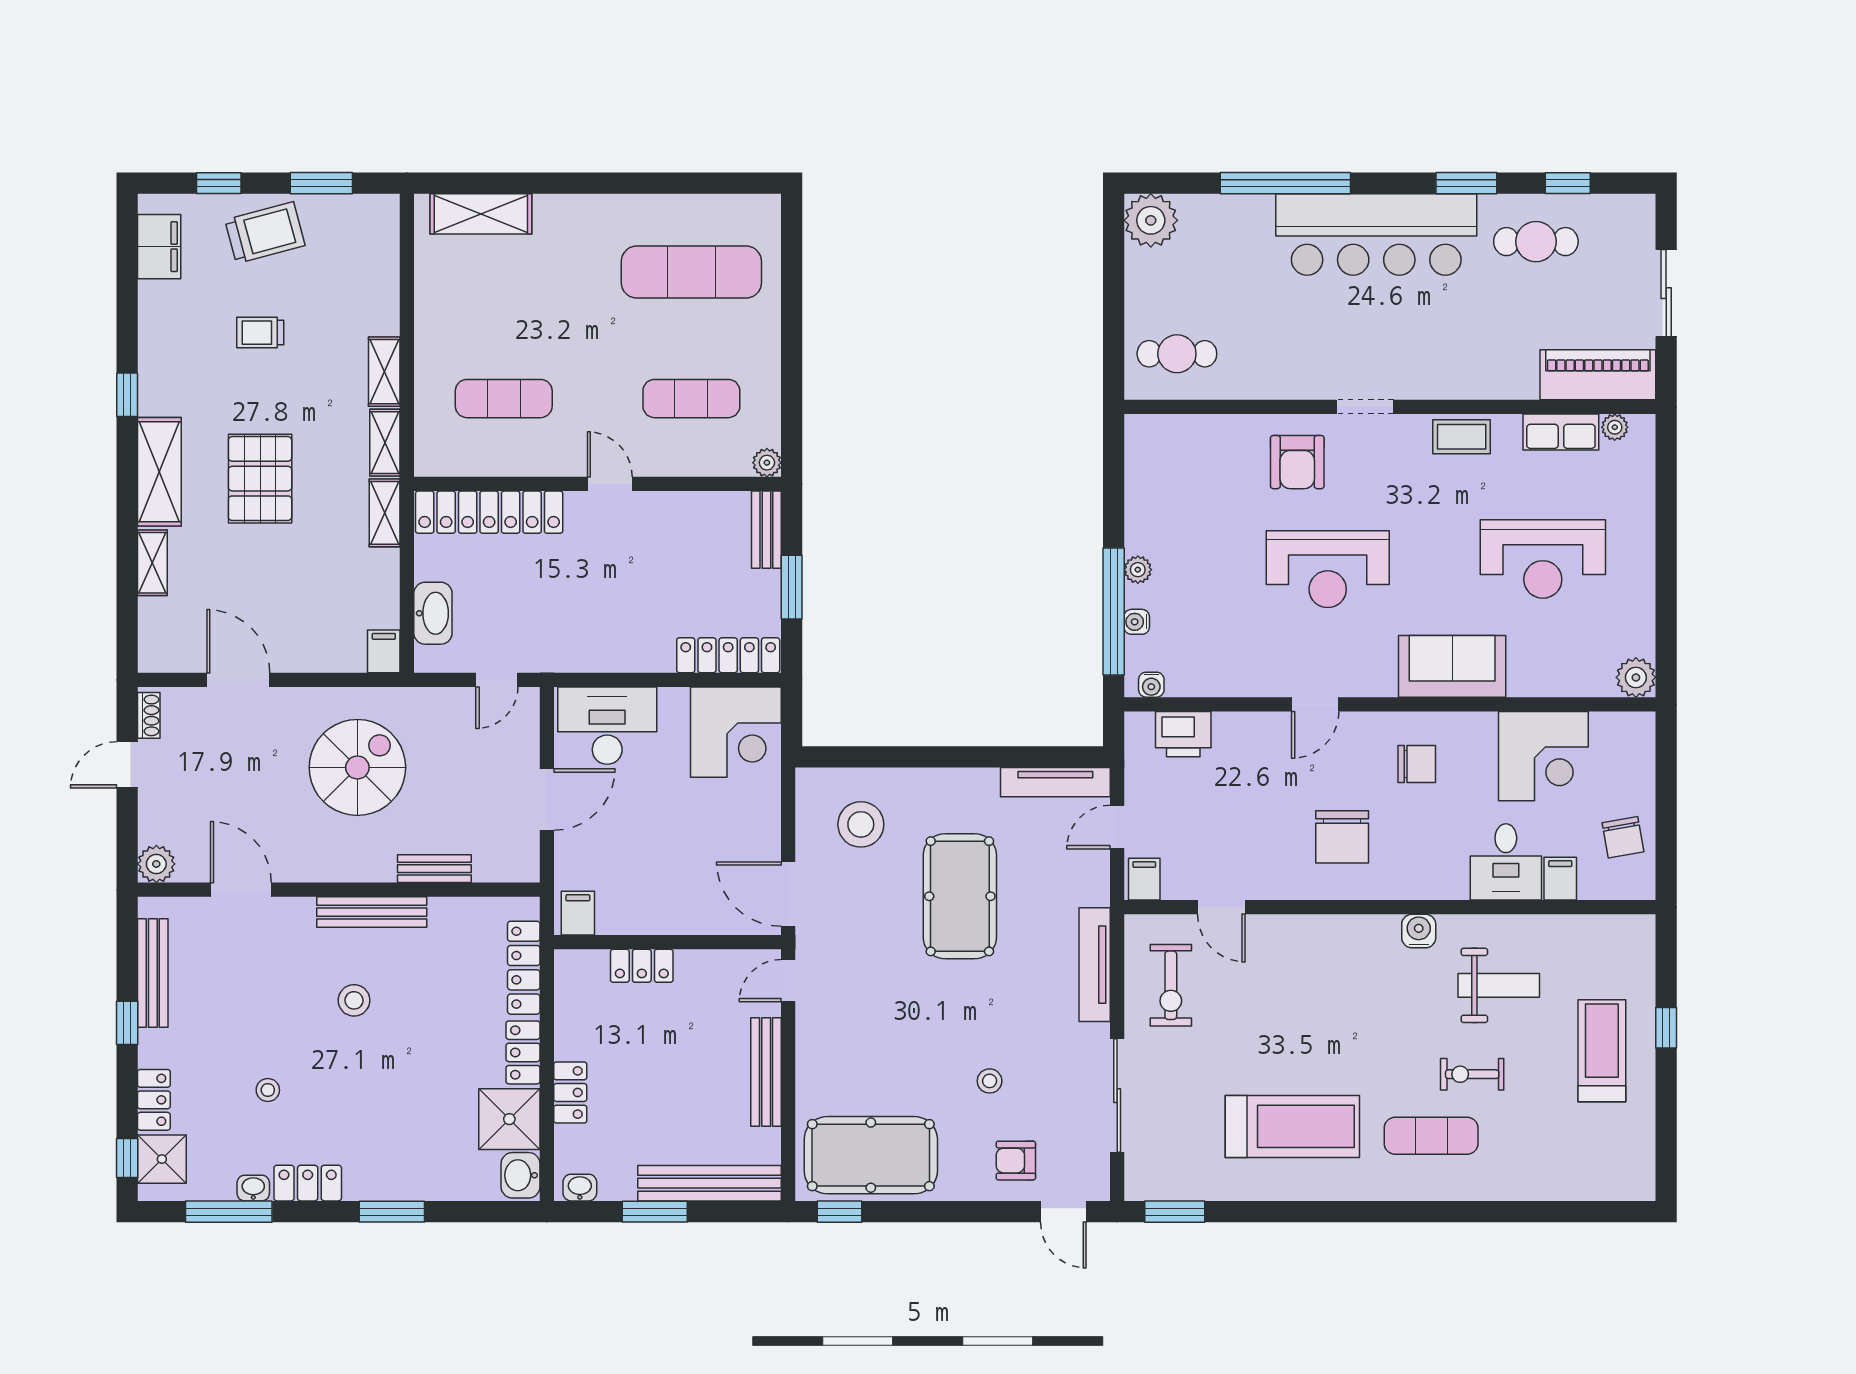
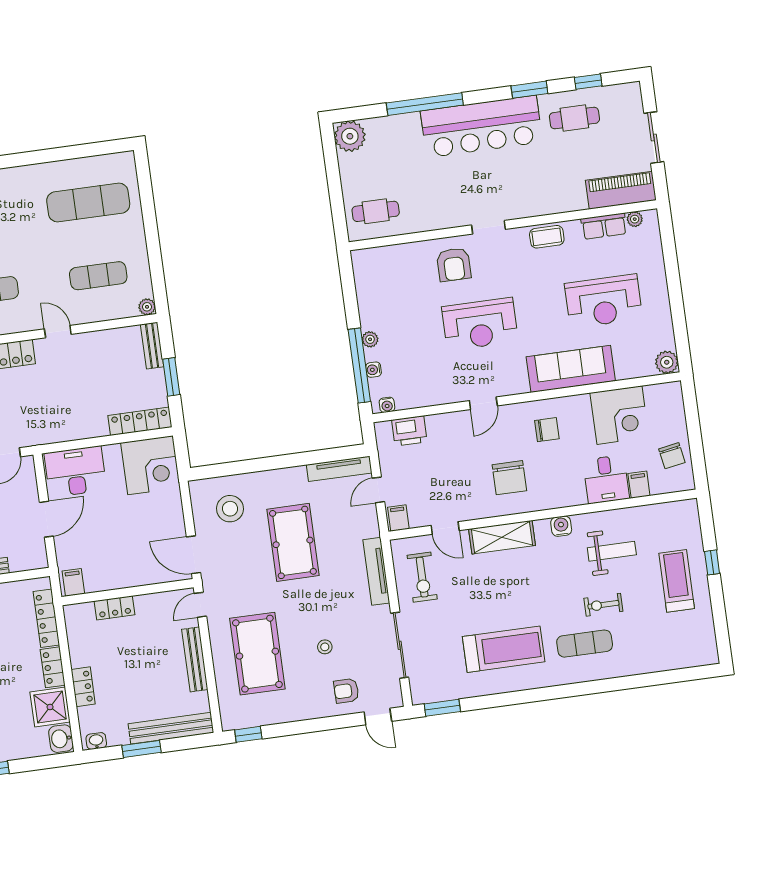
sofa: (1452, 666) -> (571, 369), width x1.36
shelving: (1316, 936) -> (502, 537), added
pool table: (871, 1155) -> (257, 654), moved, turned 90

